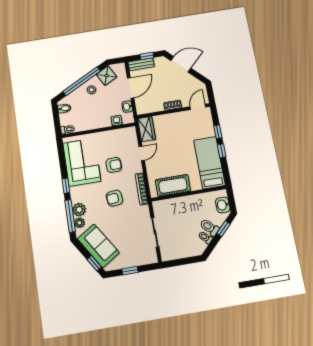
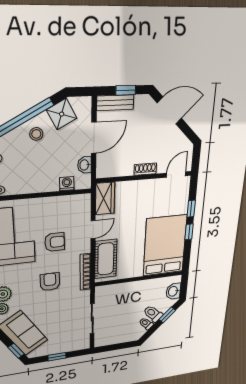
bed: (209, 163) -> (165, 246), width x1.50
cot: (173, 185) -> (106, 259), moved, turned 90
armchair: (114, 198) -> (50, 282), turned 96

